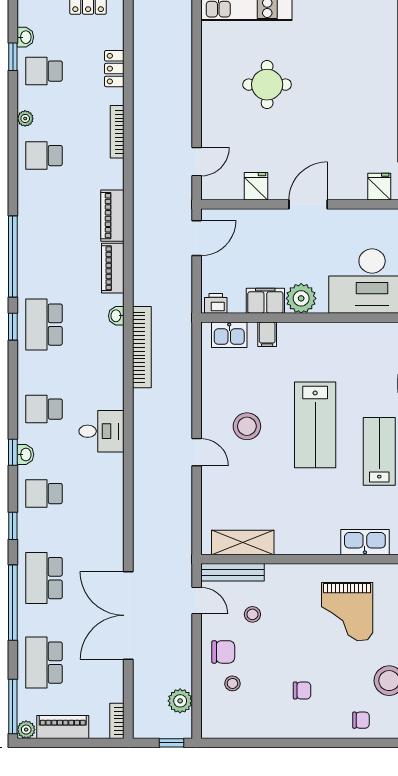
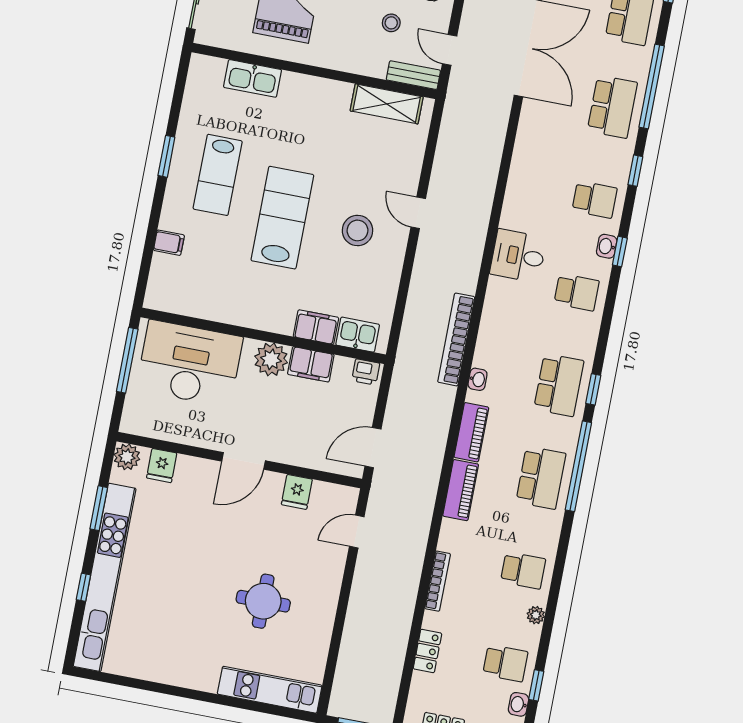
school desk: (44, 240) -> (541, 478), added
filing cabinet: (267, 334) -> (316, 327), width x2.00
bench: (233, 572) -> (413, 75), width x0.73

